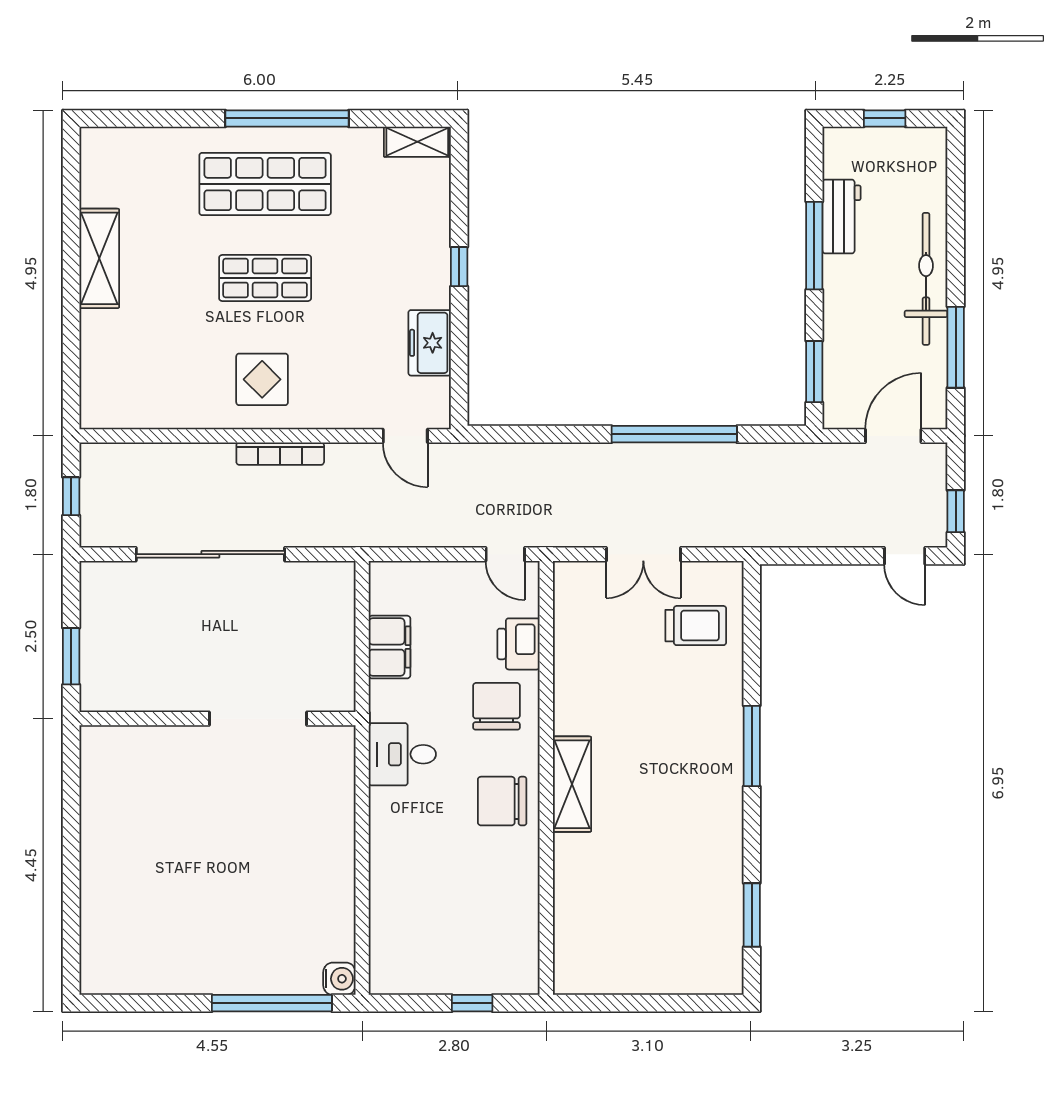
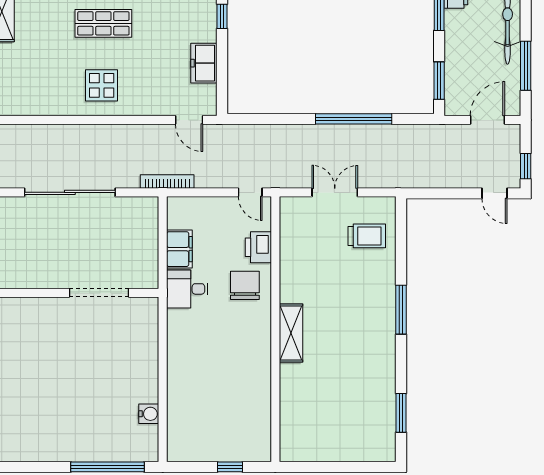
bookcase: (280, 454) -> (167, 181), moved, turned 180
double door: (643, 554) -> (335, 192), swing flipped
desk: (402, 754) -> (187, 289), moved
chair: (502, 801) -> (248, 343), removed
water cooler: (339, 979) -> (149, 414), moved

